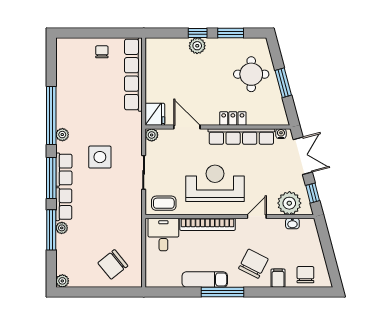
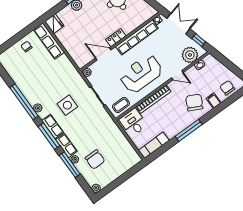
row of seats: (133, 74) -> (49, 41), width x0.73
fridge: (155, 114) -> (54, 24), moved
locker: (233, 119) -> (116, 38), moved
door: (257, 216) -> (177, 75), swing flipped
chair: (113, 264) -> (95, 159), moved, turned -51
exam couch: (205, 279) -> (154, 145), moved

